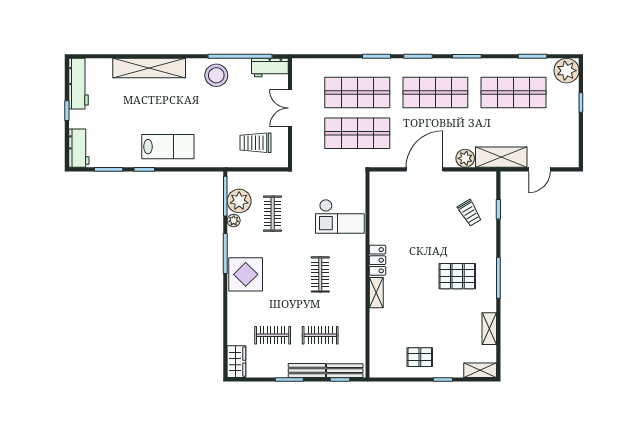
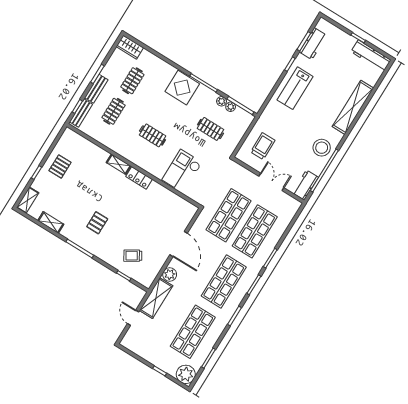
workbench: (79, 148) -> (313, 44), moved, turned -90
plant: (239, 201) -> (231, 107), width x0.53, depth x0.53
pallet: (457, 276) -> (97, 223), width x0.67, depth x0.71

